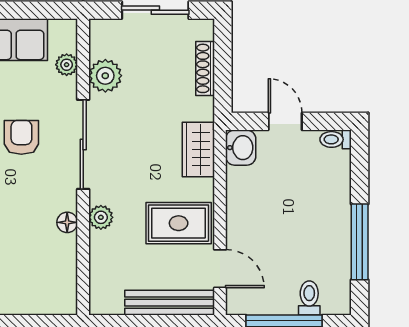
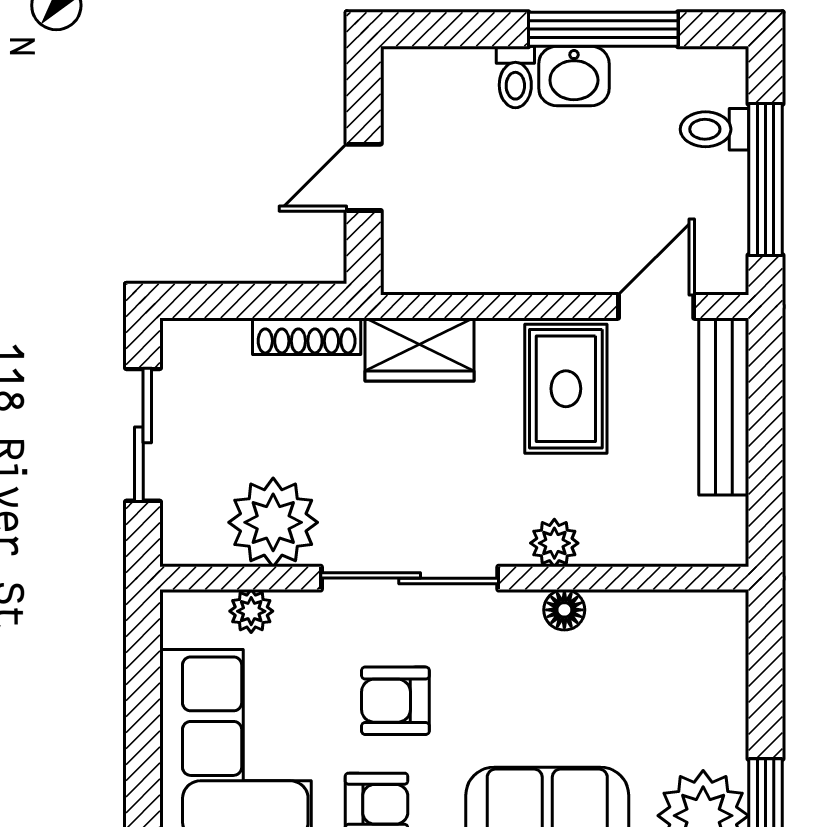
shoe rack: (205, 68) -> (307, 336), moved
plant: (105, 76) -> (273, 522), width x1.36, depth x1.36
toilet: (336, 139) -> (515, 77), moved
washbasin: (241, 148) -> (574, 76), moved, turned 180

